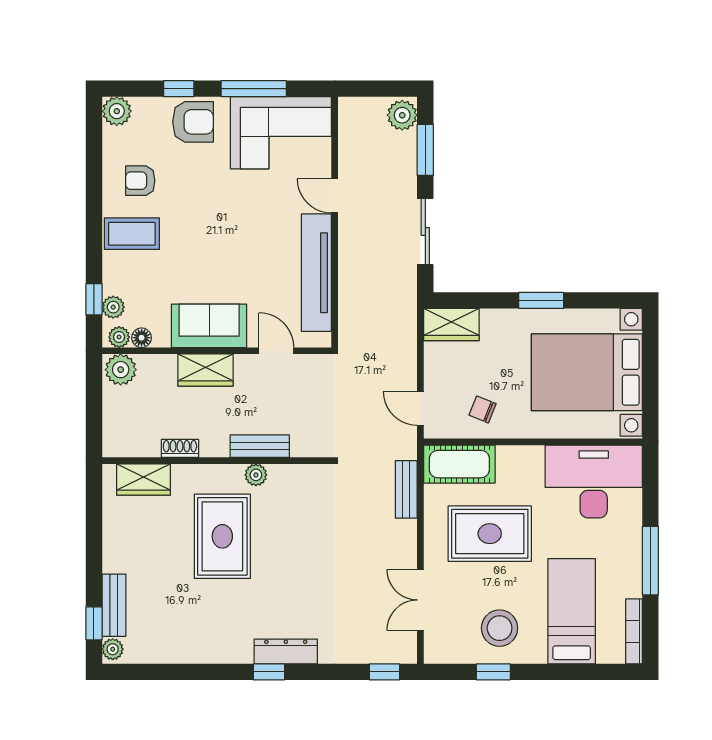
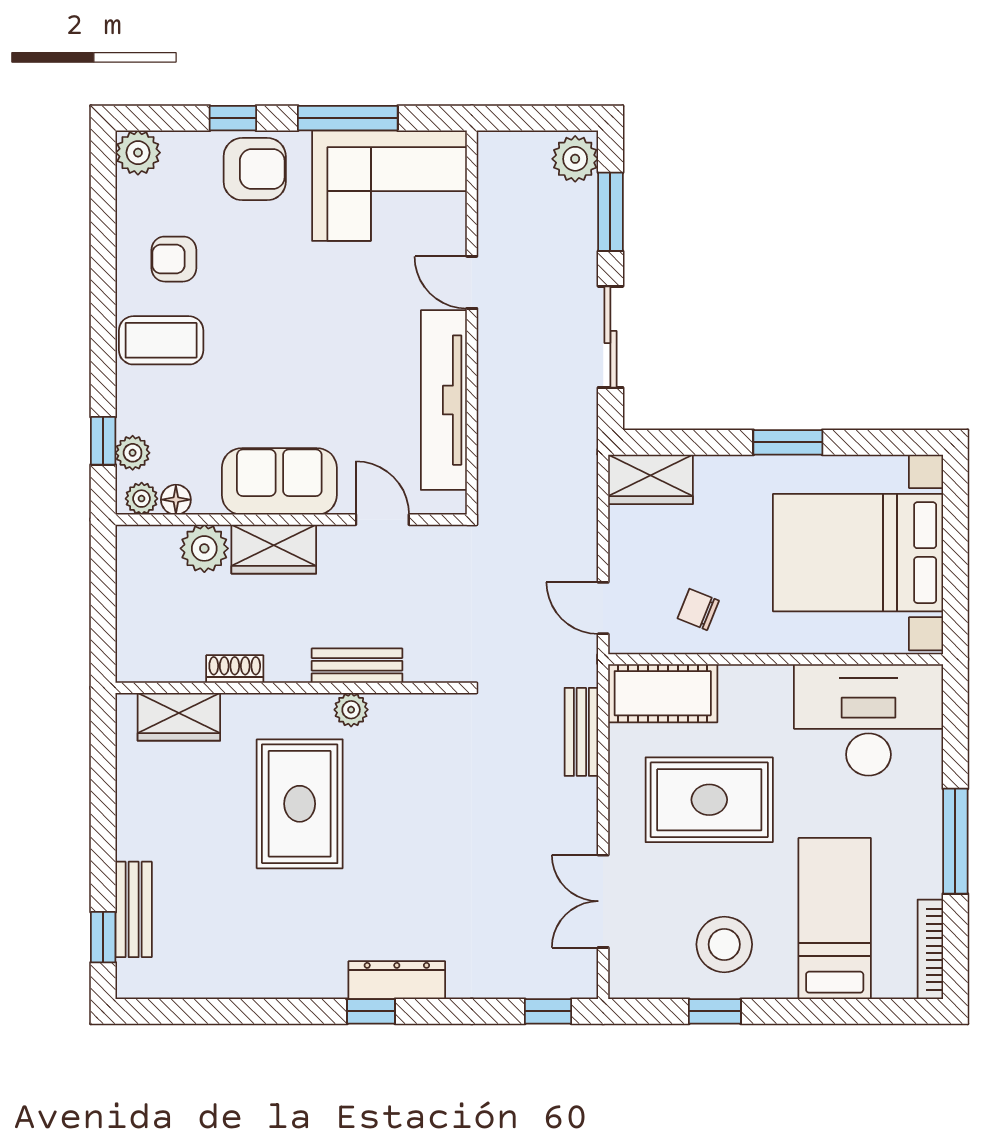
plant: (121, 370) -> (204, 548), moved
plant: (113, 649) -> (132, 977), removed

